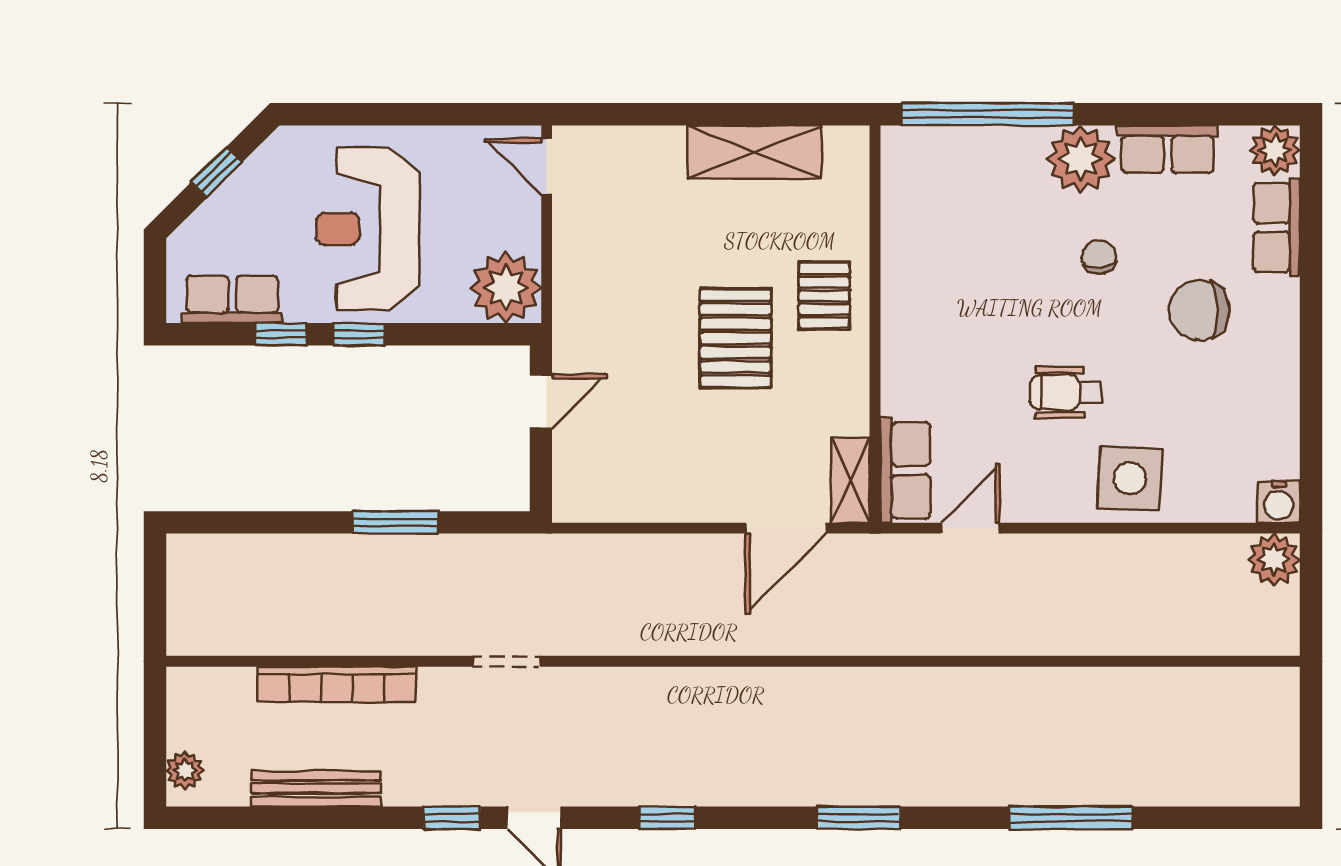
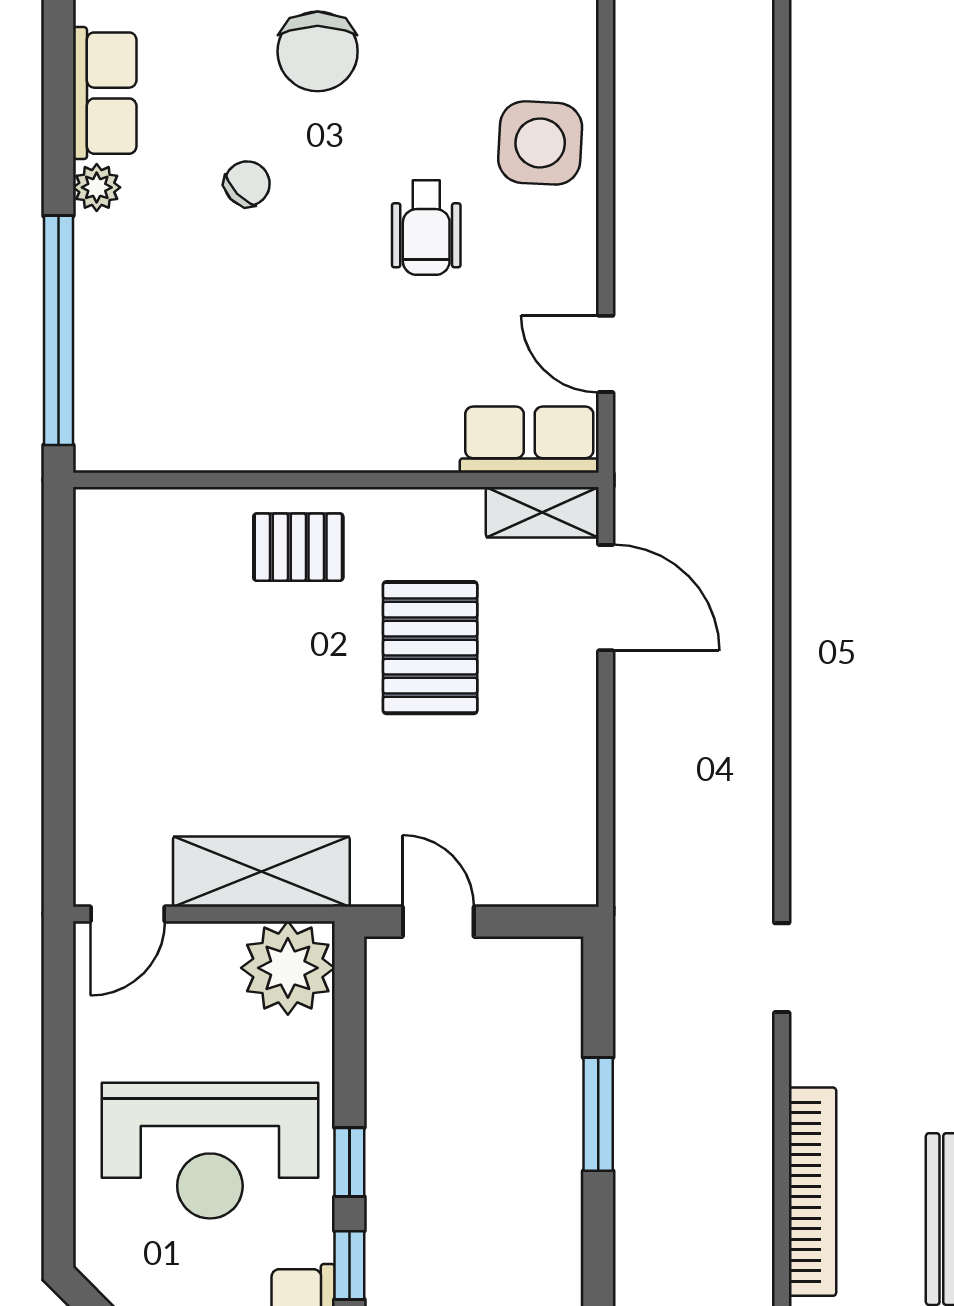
shelving: (755, 152) -> (261, 872), moved, turned 90
plant: (1081, 159) -> (97, 187), width x0.53, depth x0.53
chair: (1099, 257) -> (247, 184), turned 141
pallet: (736, 338) -> (430, 648), moved, turned 90

